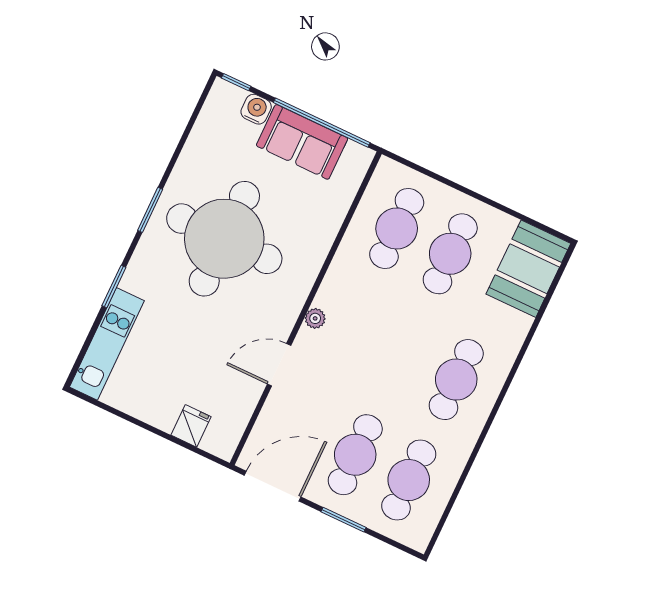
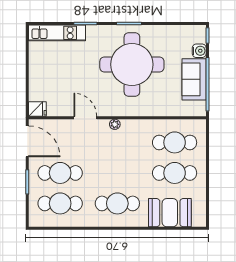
booth: (528, 269) -> (170, 213), moved
fridge: (191, 426) -> (37, 109), moved

